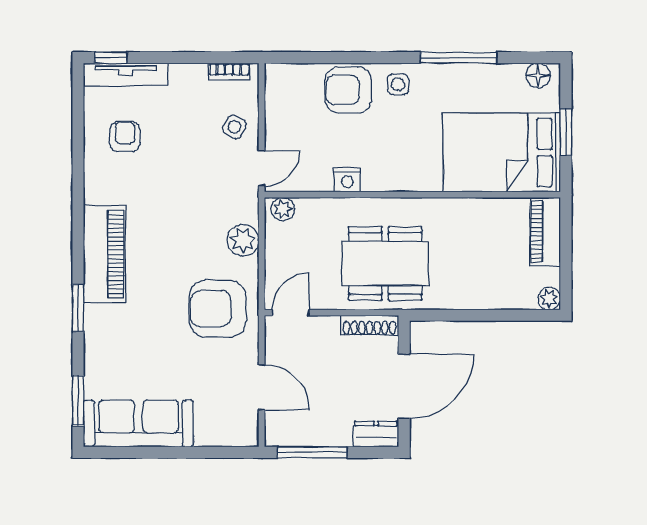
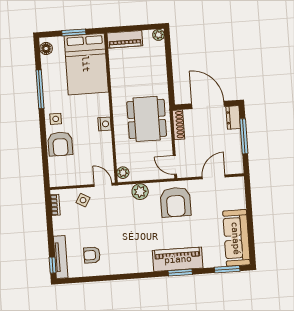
nightstand: (347, 180) -> (105, 124), moved
piano: (105, 254) -> (178, 259), moved
window: (312, 452) -> (244, 136), moved

